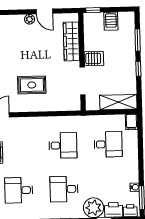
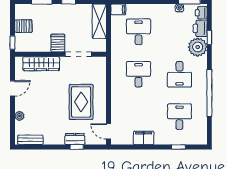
plant: (30, 19) -> (19, 116), moved
rug: (32, 85) -> (81, 102), width x1.36, depth x1.43
desk: (19, 190) -> (179, 117), turned 180

